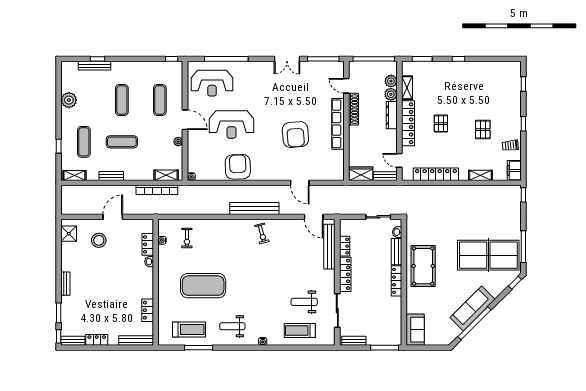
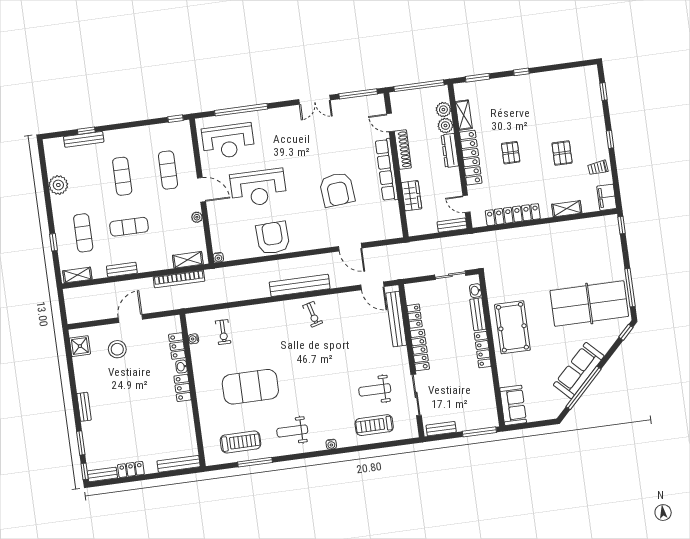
wardrobe: (361, 174) -> (411, 196), moved, turned 90
locker: (148, 310) -> (183, 388), moved

